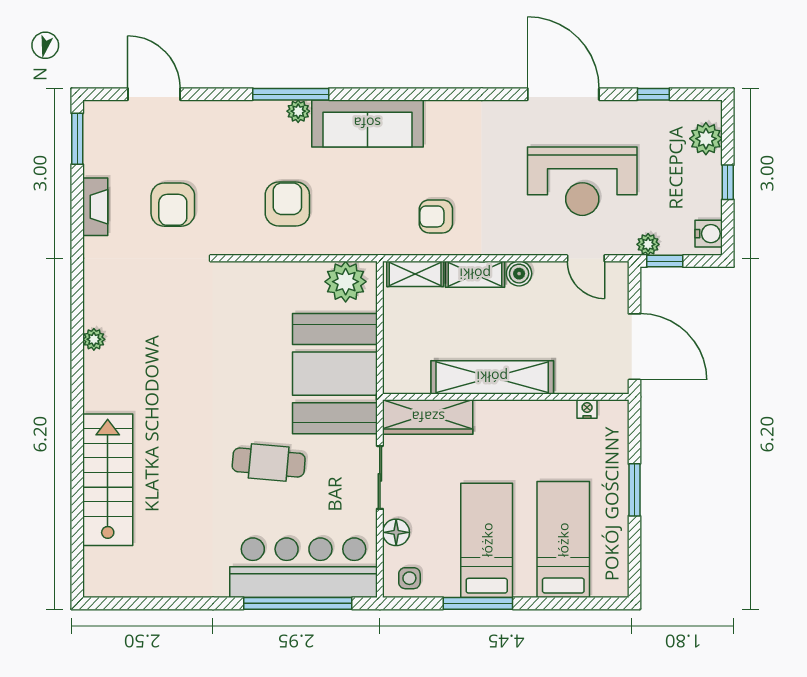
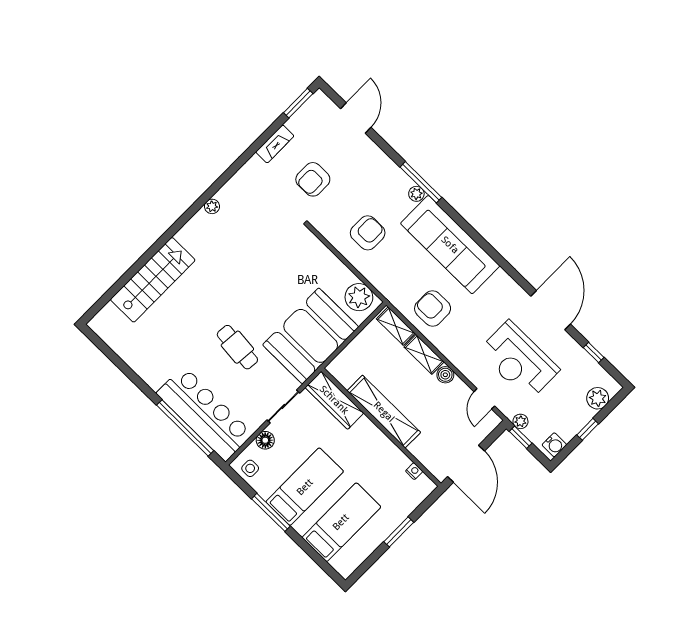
sofa: (367, 123) -> (450, 245), width x1.36, depth x1.27
armchair: (436, 216) -> (433, 308), width x1.38, depth x1.38

